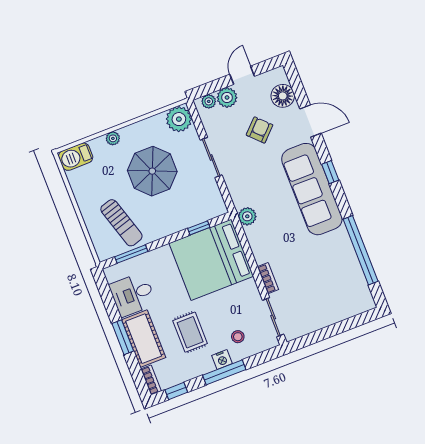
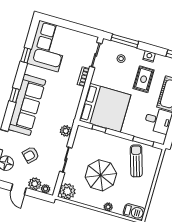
door: (242, 75) -> (19, 189), hinge flipped
window: (330, 172) -> (14, 95), moved
plant: (247, 216) -> (66, 131), moved
window: (361, 250) -> (26, 55), width x0.32
corner sofa: (341, 283) -> (49, 46), added
nightstand: (222, 360) -> (149, 56), moved
window: (224, 372) -> (125, 41), moved

